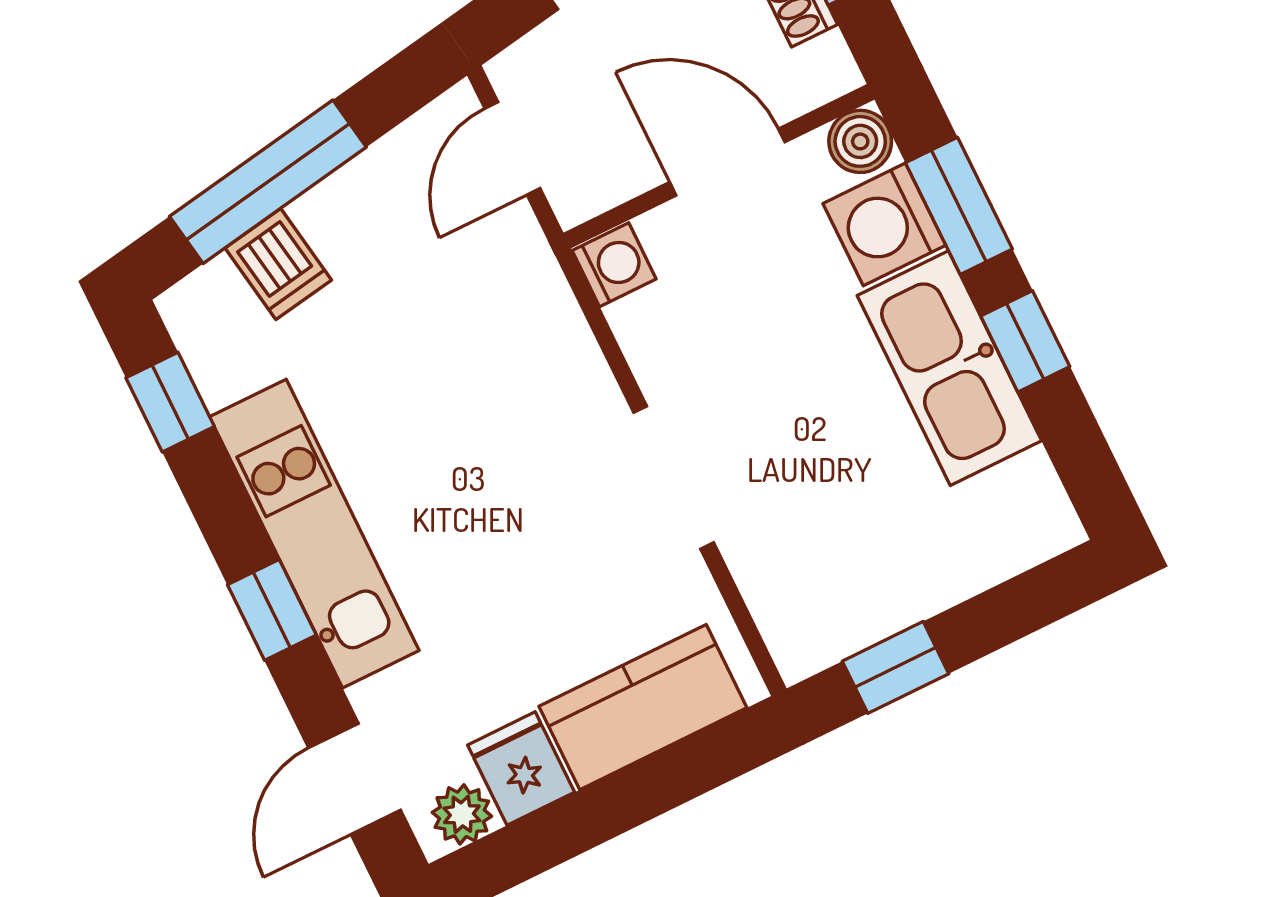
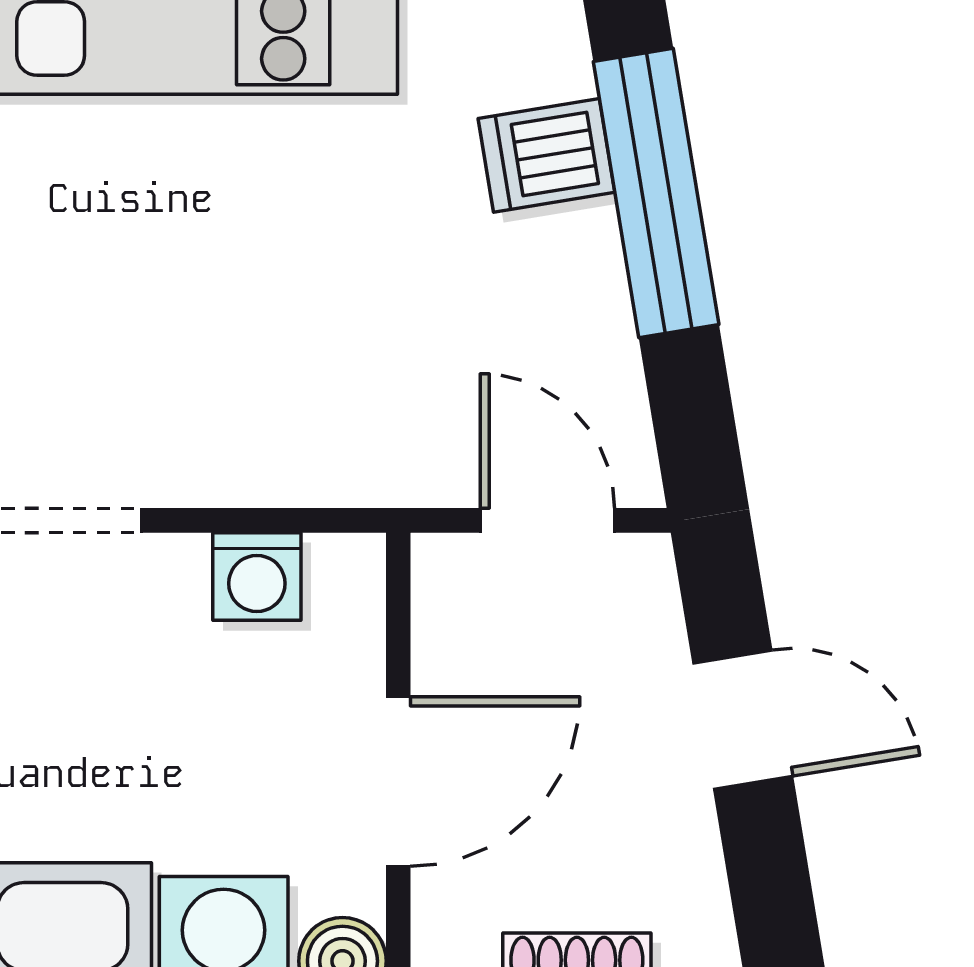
washing machine: (614, 265) -> (257, 576), moved

